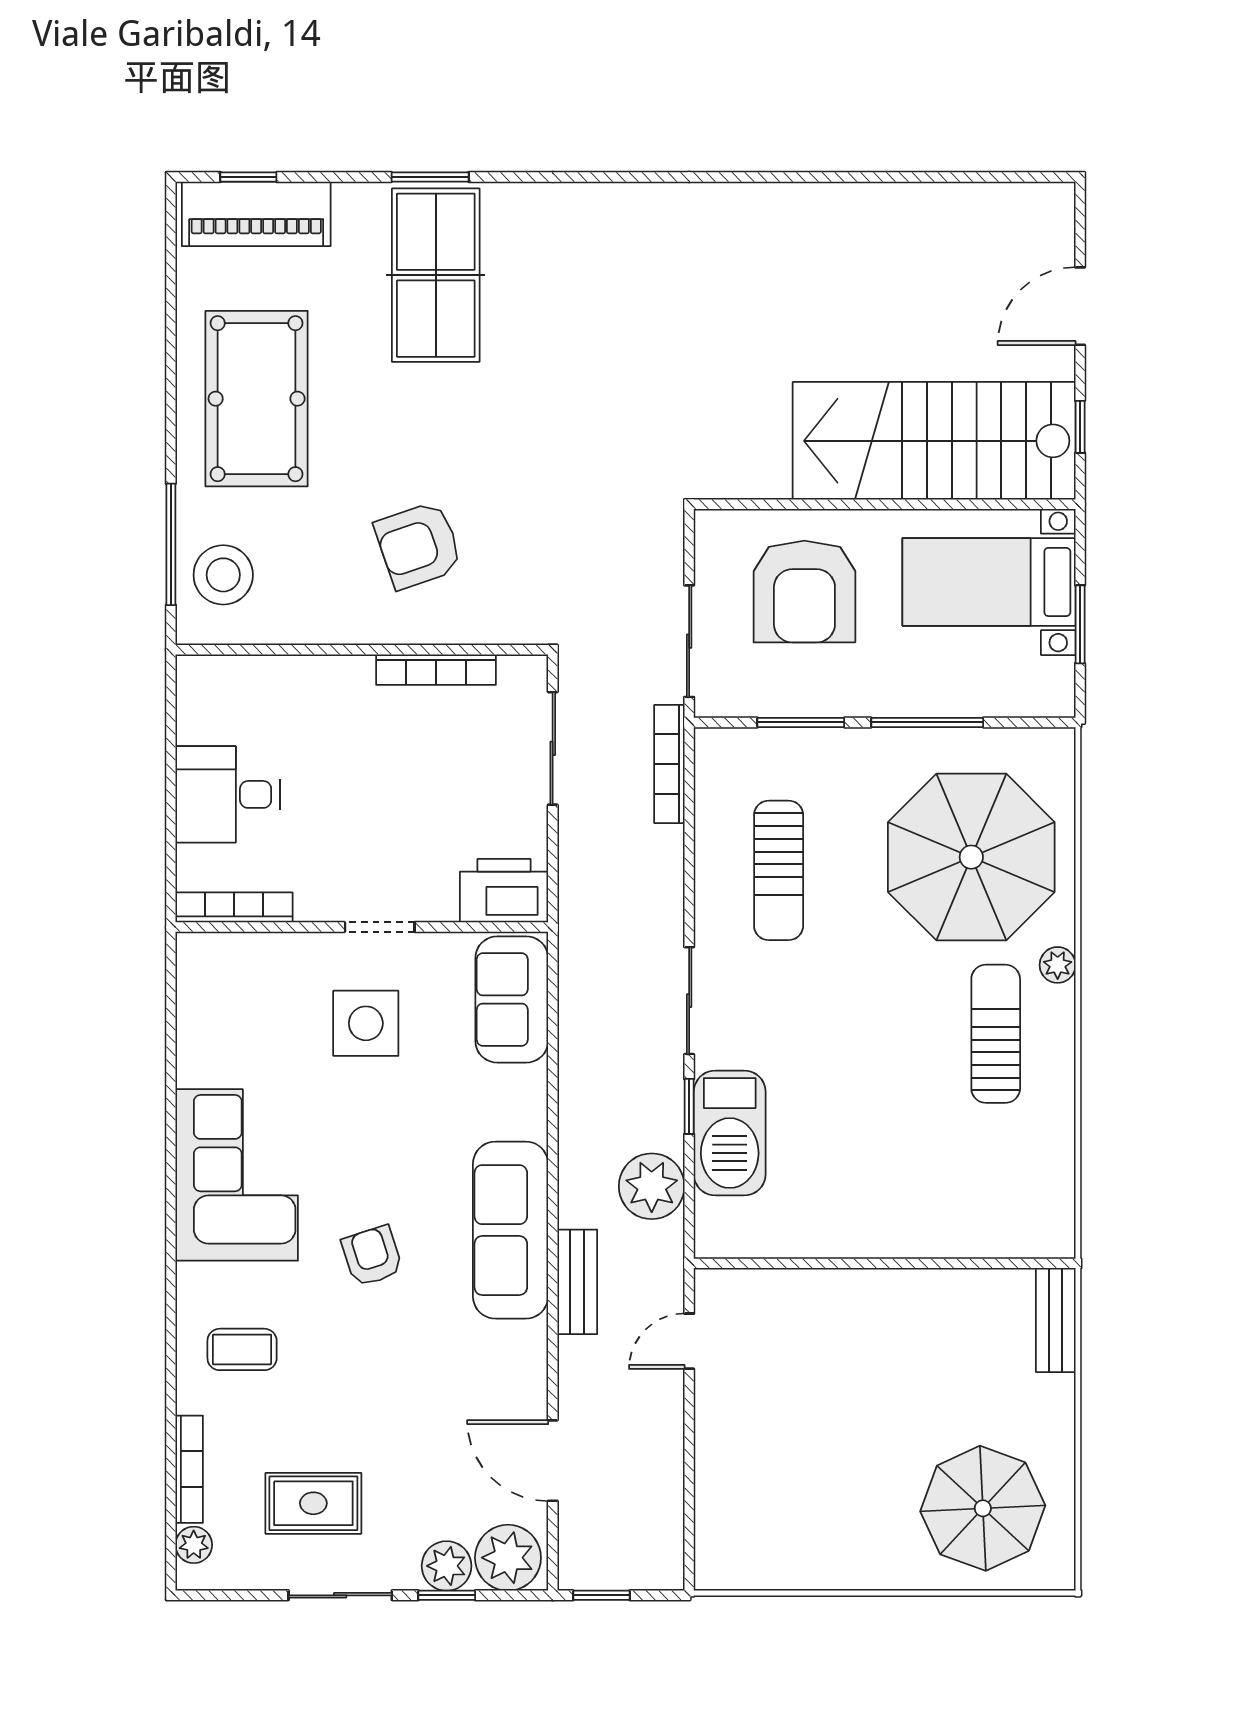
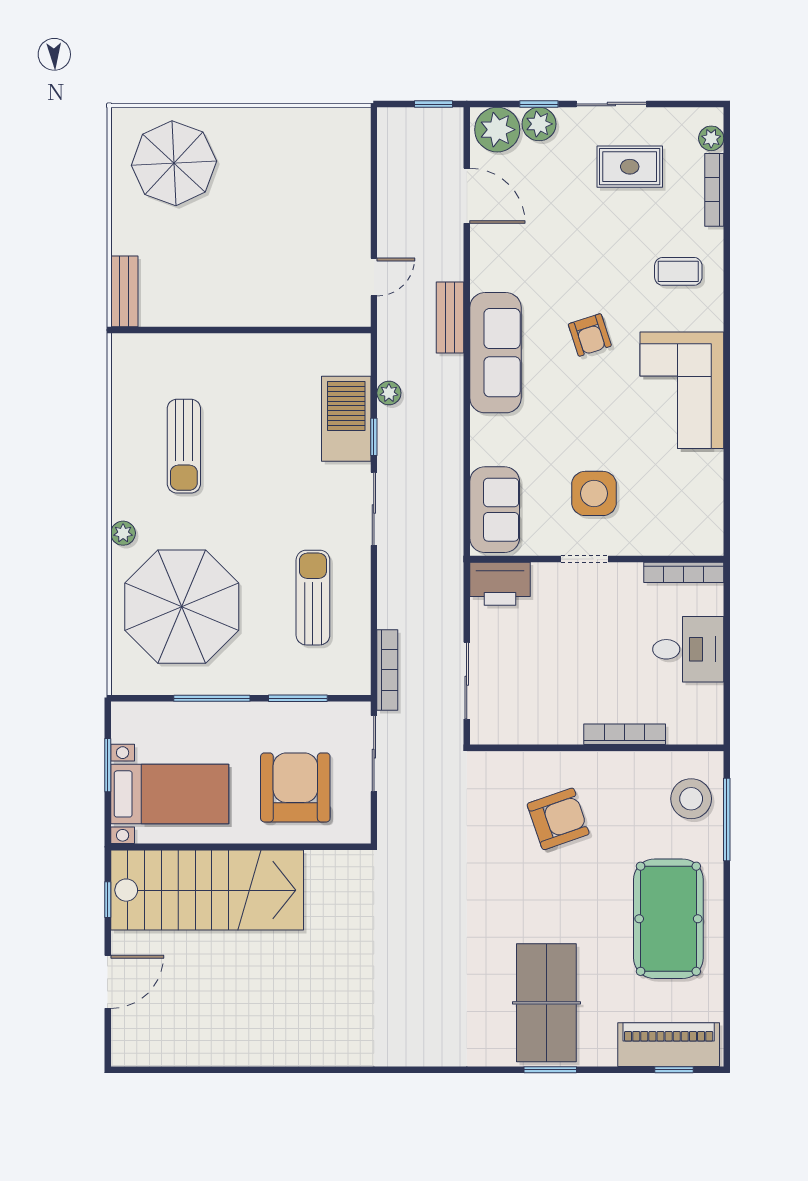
bookcase: (436, 670) -> (625, 734), moved
sun lounger: (996, 1034) -> (184, 446), moved
plant: (652, 1186) -> (389, 393), width x0.53, depth x0.53

